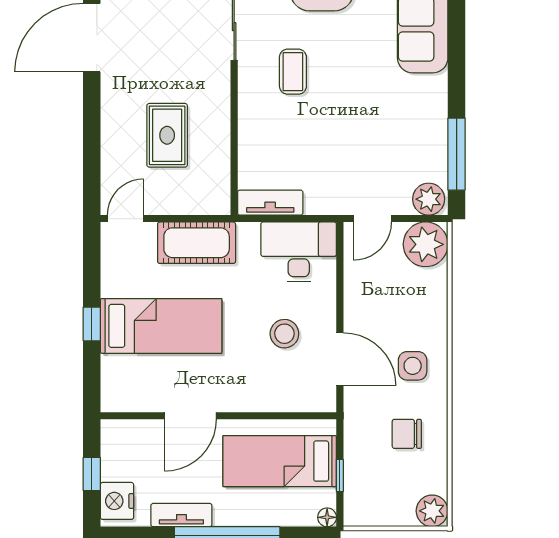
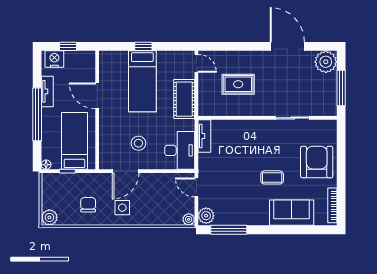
coffee table: (293, 72) -> (272, 177), moved
plant: (426, 244) -> (189, 219), width x0.53, depth x0.53

